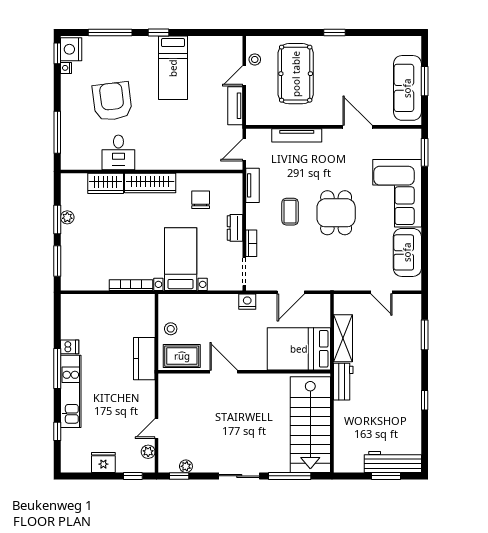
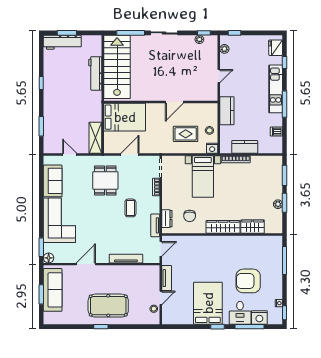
nightstand: (71, 49) -> (259, 317), moved, turned 90
bed: (173, 68) -> (208, 303), width x1.50
pool table: (296, 74) -> (108, 306), moved, turned 90
armchair: (112, 101) -> (248, 281), turned 97
door: (358, 127) -> (86, 264), swing flipped
floor lamp: (414, 136) -> (49, 258), added
desk: (118, 152) -> (240, 313), moved, turned 180
dining table: (336, 213) -> (105, 180), moved
dresser: (235, 228) -> (167, 219), moved
nightstand: (247, 302) -> (212, 148), moved
kitchen counter: (117, 304) -> (245, 147), added
shelving: (343, 338) -> (95, 138), moved
dishwasher: (70, 347) -> (276, 132), moved
rug: (182, 356) -> (186, 134), moved
door: (224, 372) -> (174, 102), hinge flipped
workbench: (343, 382) -> (95, 73), moved, width x1.38
door: (157, 428) -> (219, 76), moved
fridge: (103, 463) -> (276, 48), moved, turned 90

